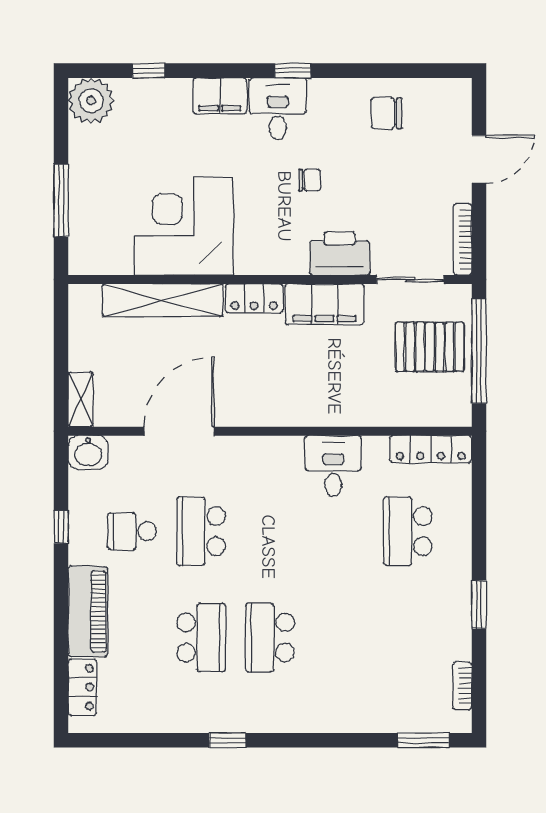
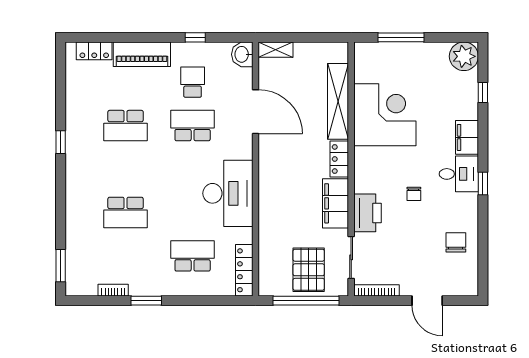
desk: (333, 466) -> (228, 193), width x1.87, depth x1.30
school desk: (270, 638) -> (126, 212), moved, turned 180
bookcase: (462, 686) -> (113, 290), moved

